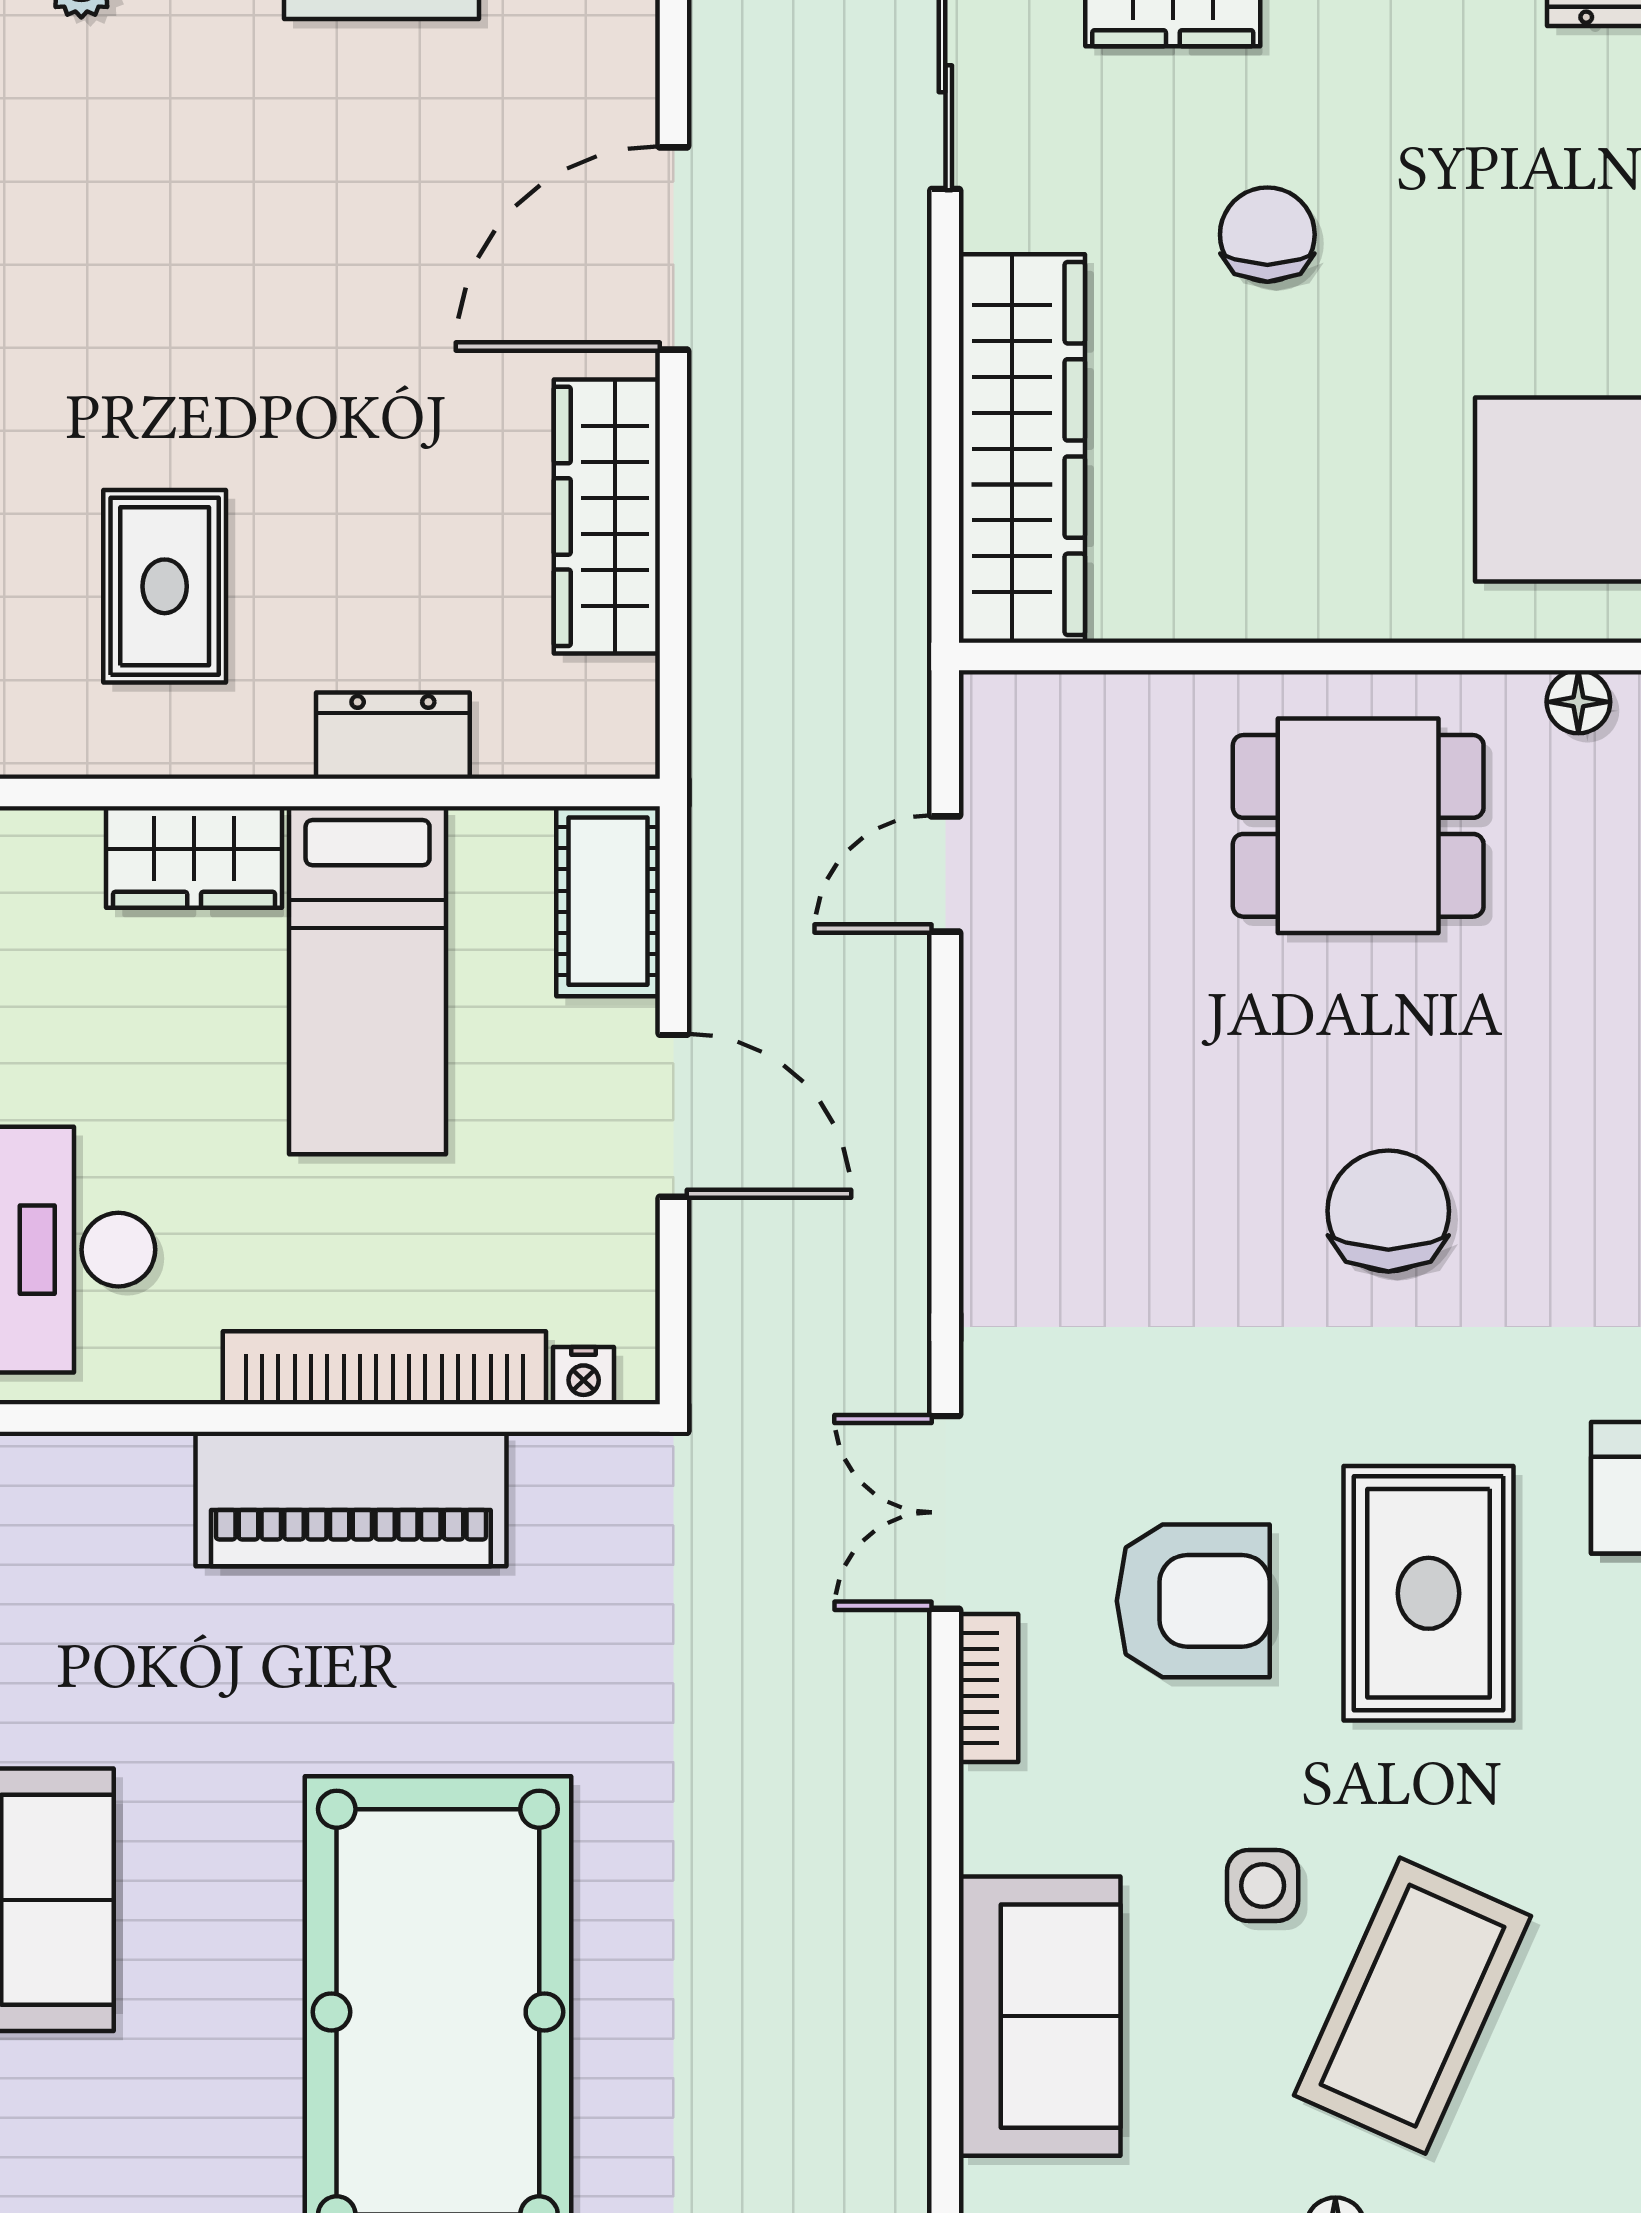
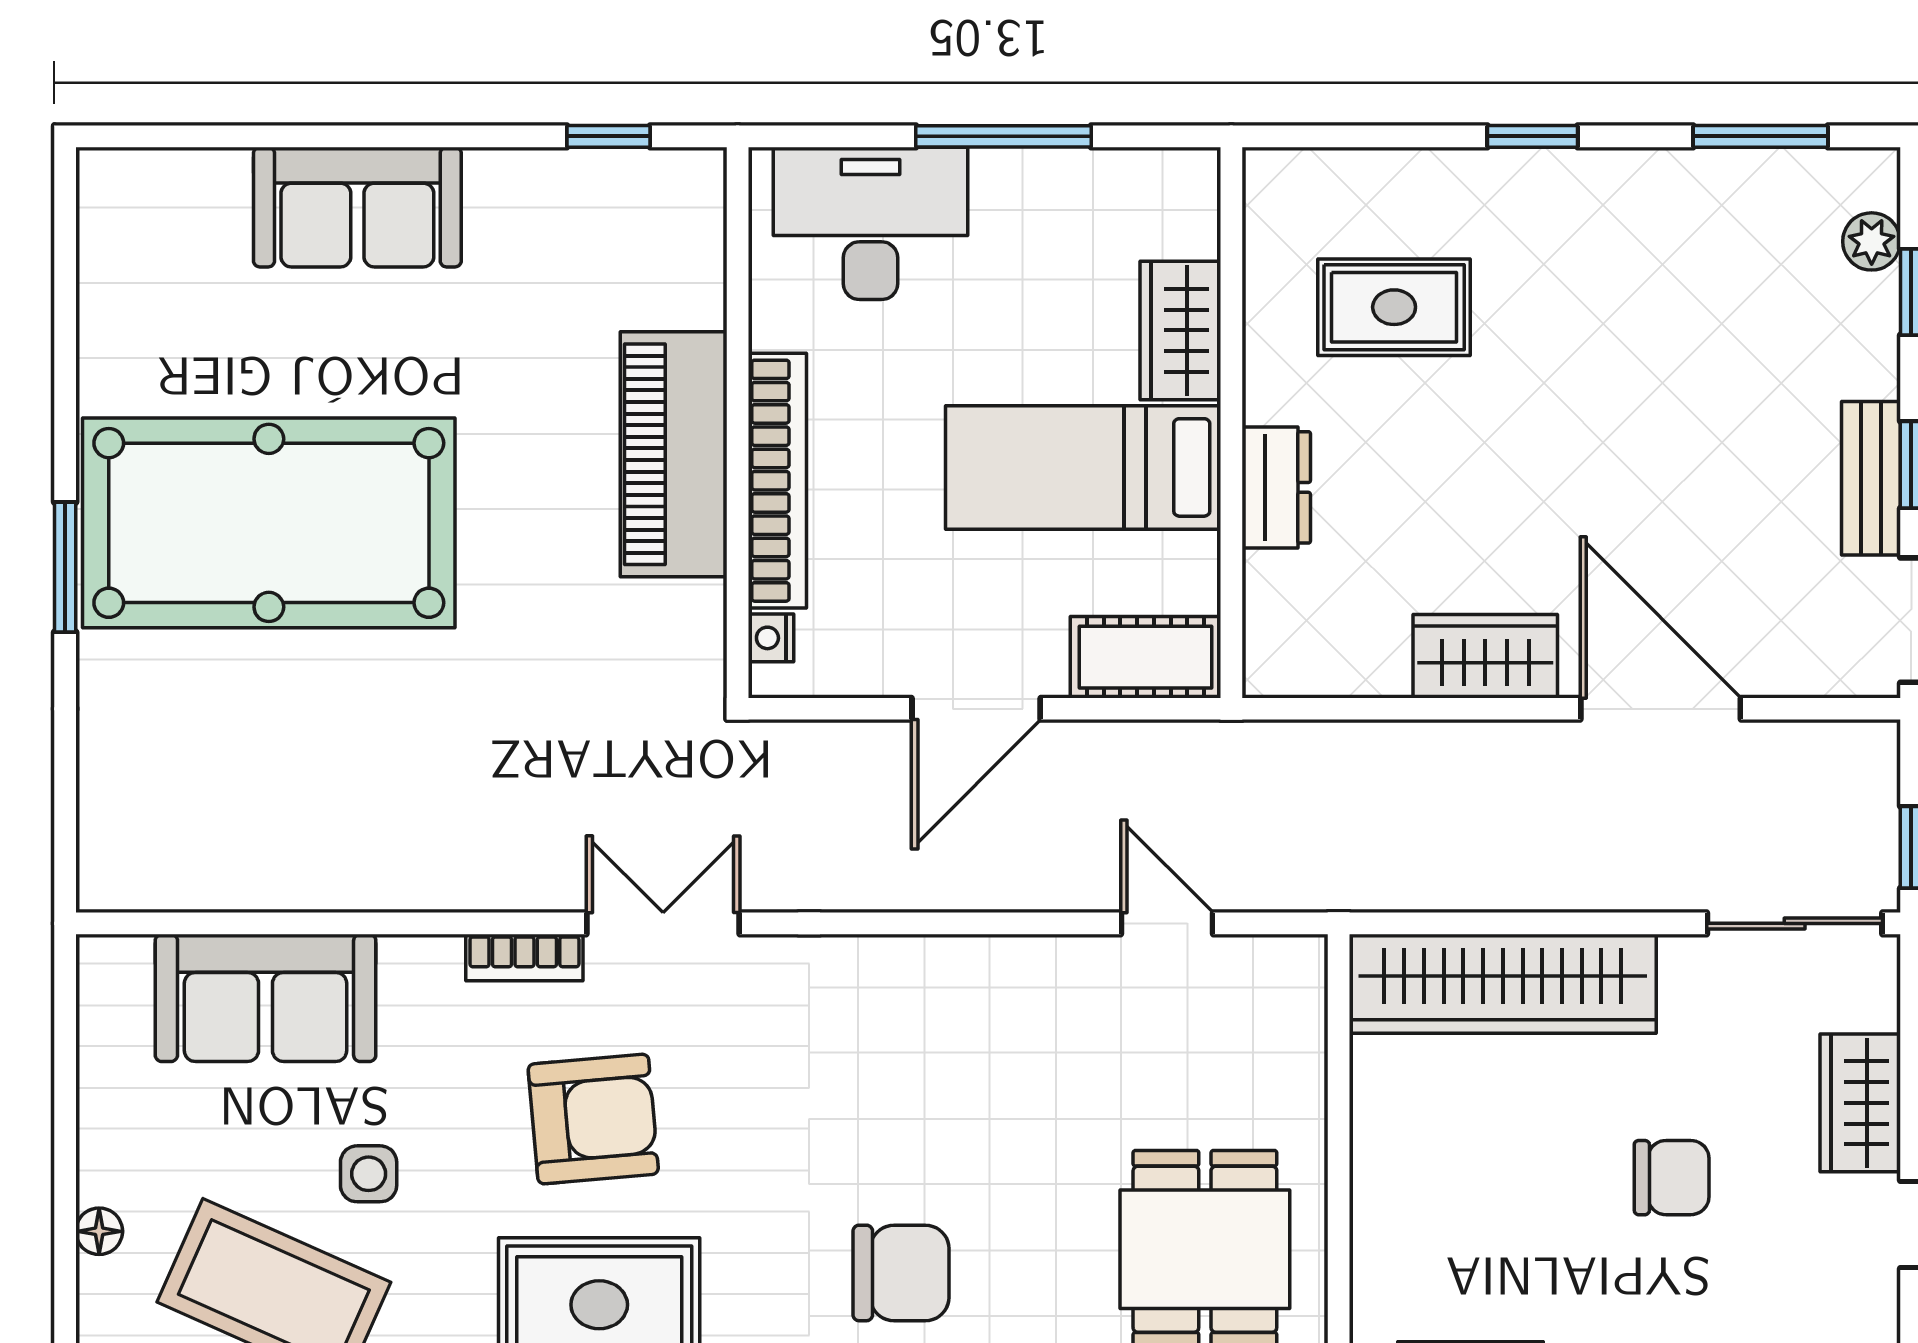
wardrobe: (607, 516) -> (1485, 656), width x0.67
armchair: (1193, 1601) -> (593, 1119), turned -95

